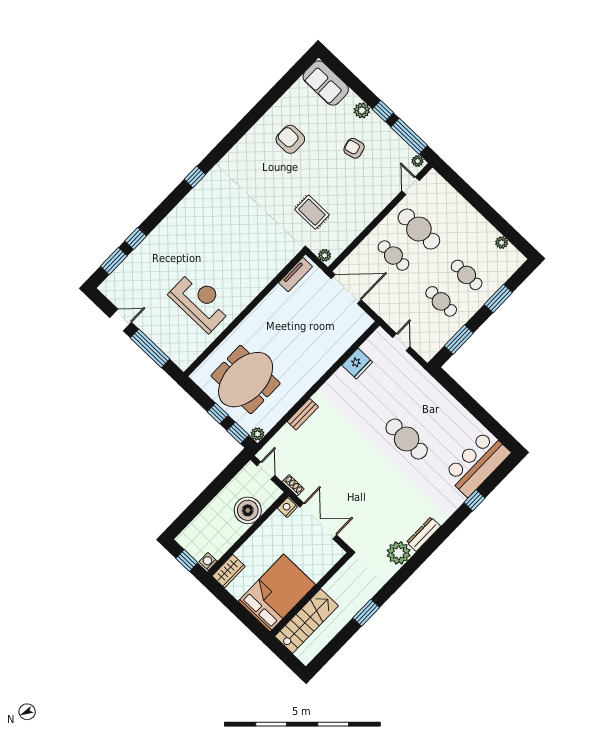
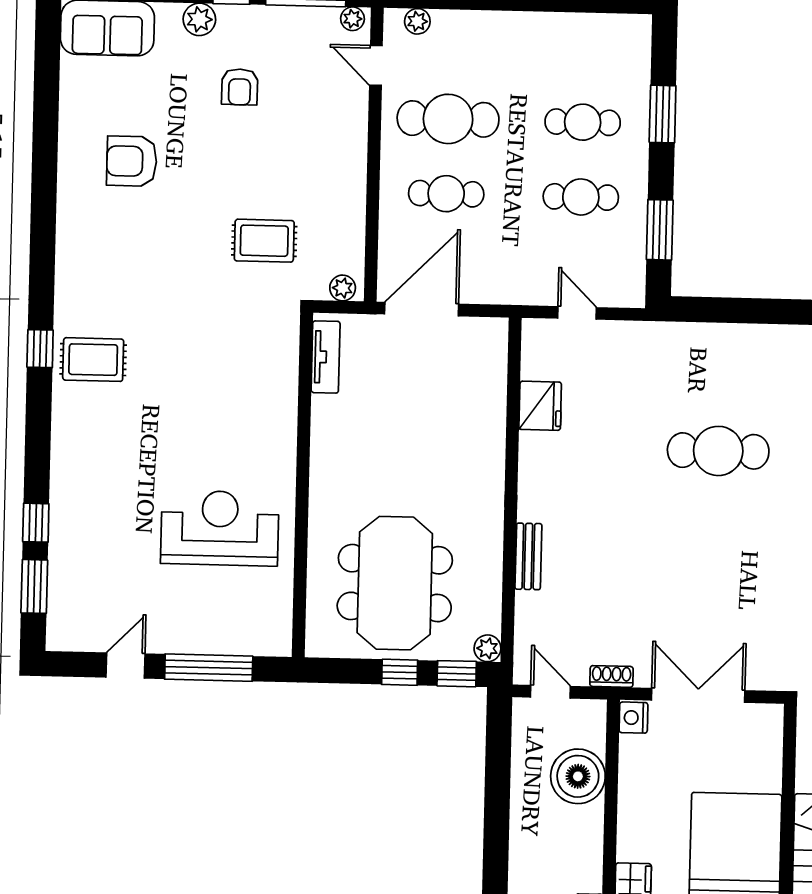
armchair: (354, 148) -> (240, 87), turned -76
rug: (210, 198) -> (93, 360), added
plant: (502, 243) -> (417, 21), moved

